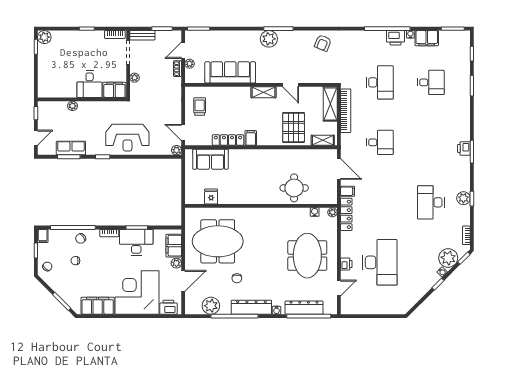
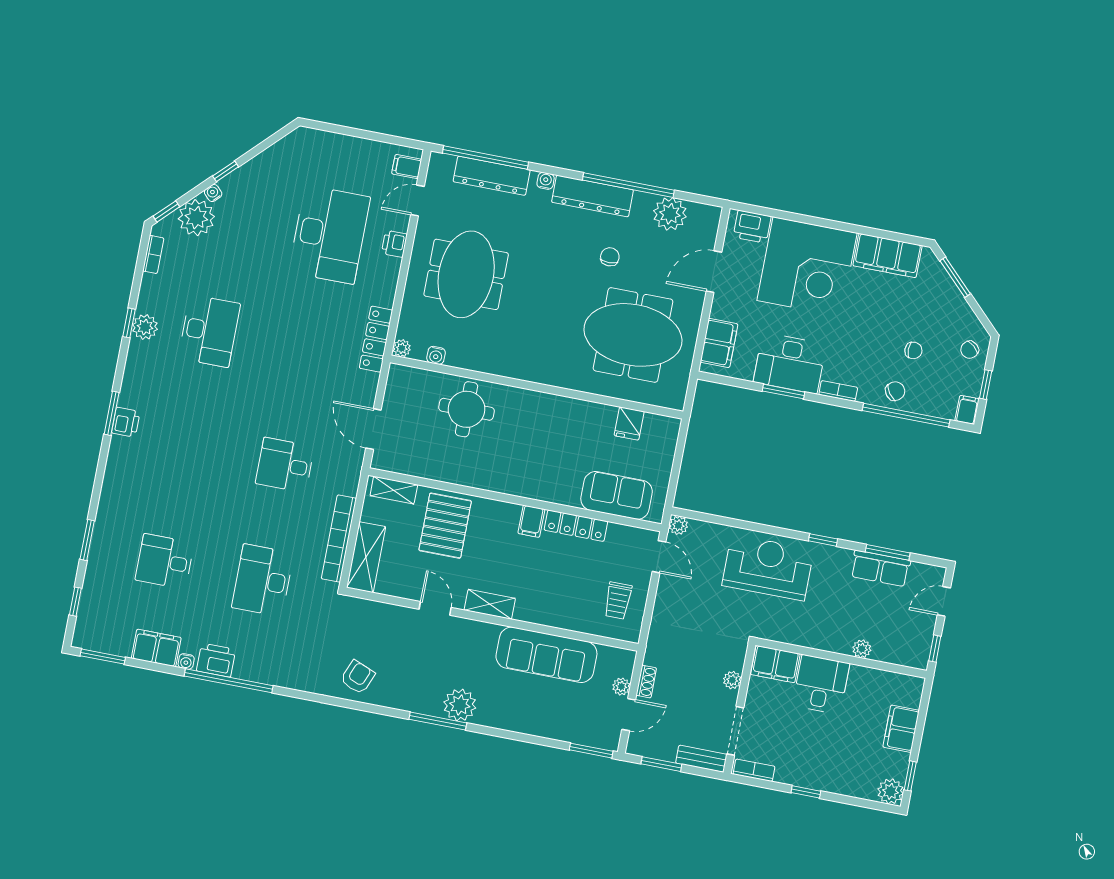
filing cabinet: (45, 70) -> (901, 729), added
filing cabinet: (348, 191) -> (407, 167), moved
desk: (380, 262) -> (329, 235), turned 180
plant: (176, 263) -> (721, 308), removed

